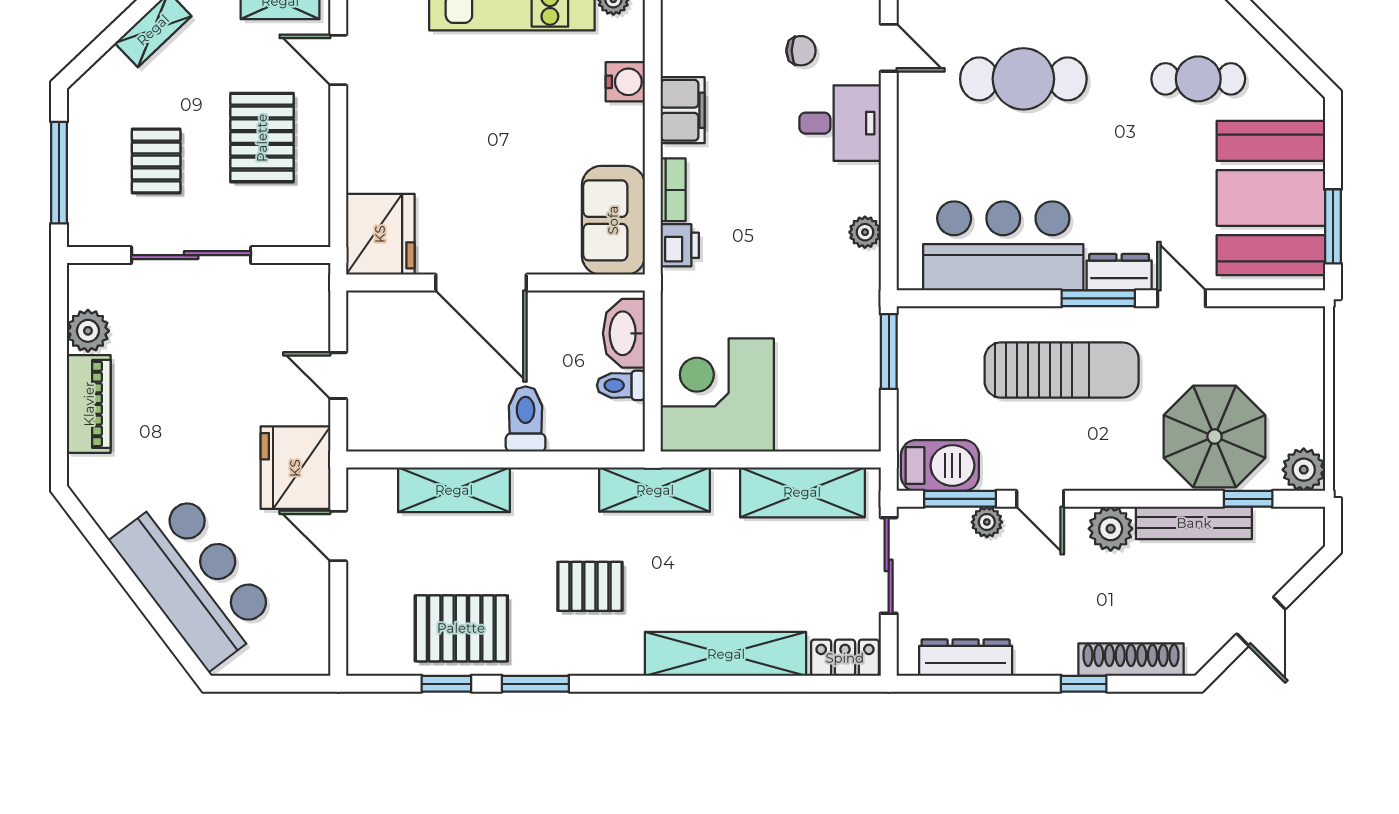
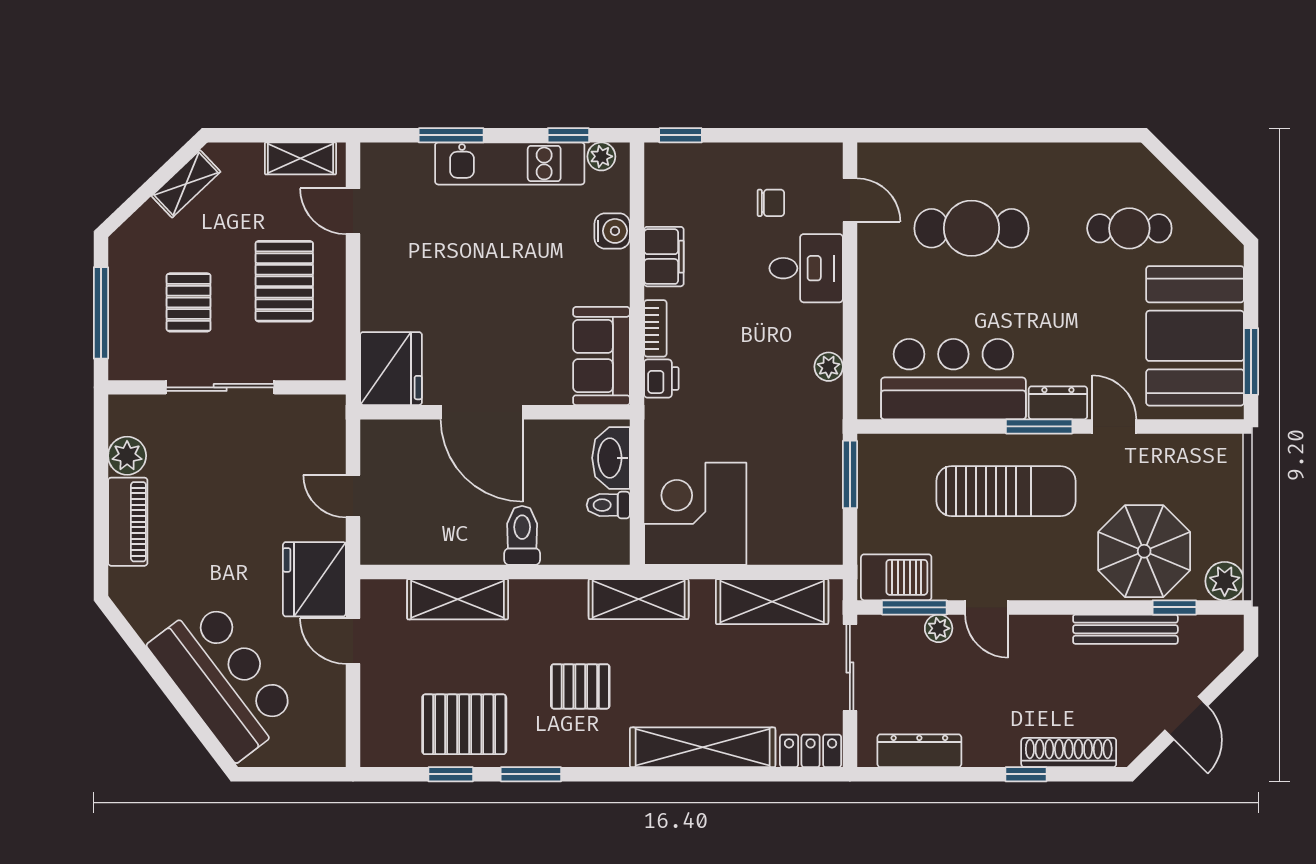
plant: (1111, 529) -> (1050, 634), removed

